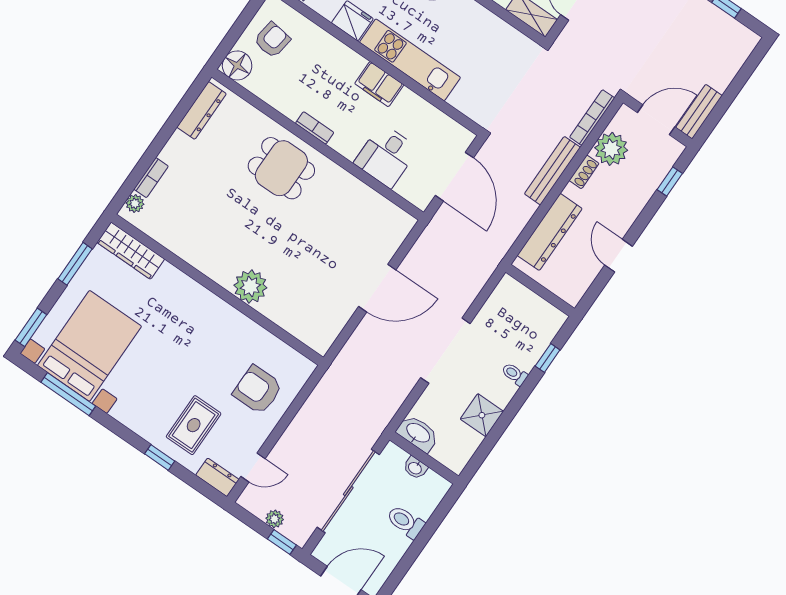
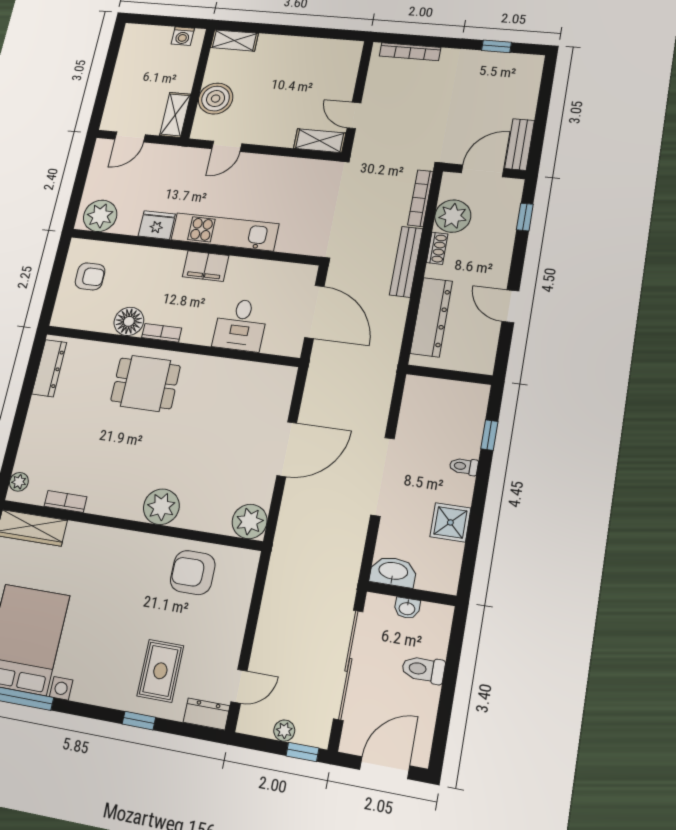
armchair: (272, 40) -> (90, 276), turned 82
floor lamp: (237, 65) -> (129, 321), moved
bookcase: (151, 178) -> (66, 502), moved, turned -90
plant: (319, 335) -> (250, 521), added
armchair: (258, 390) -> (193, 573), moved

